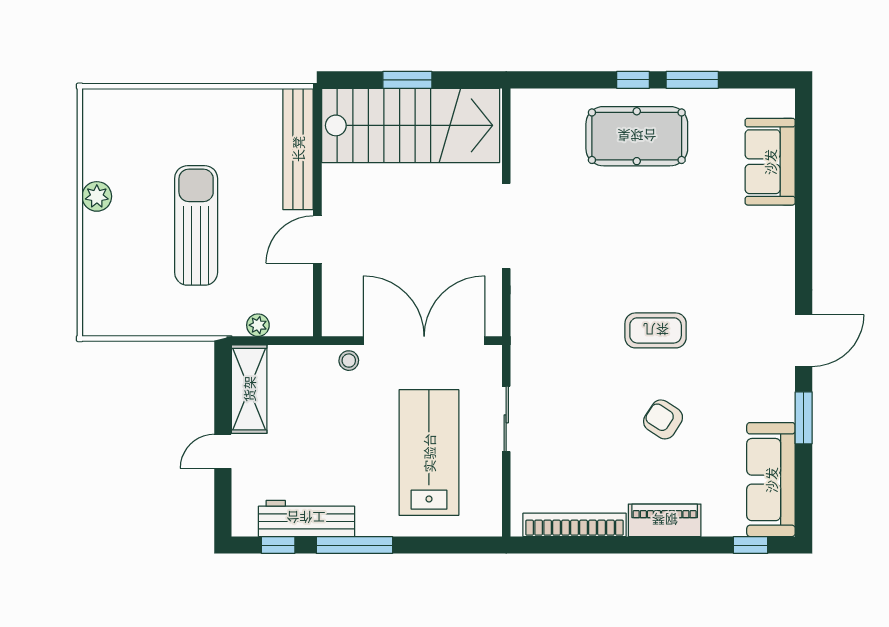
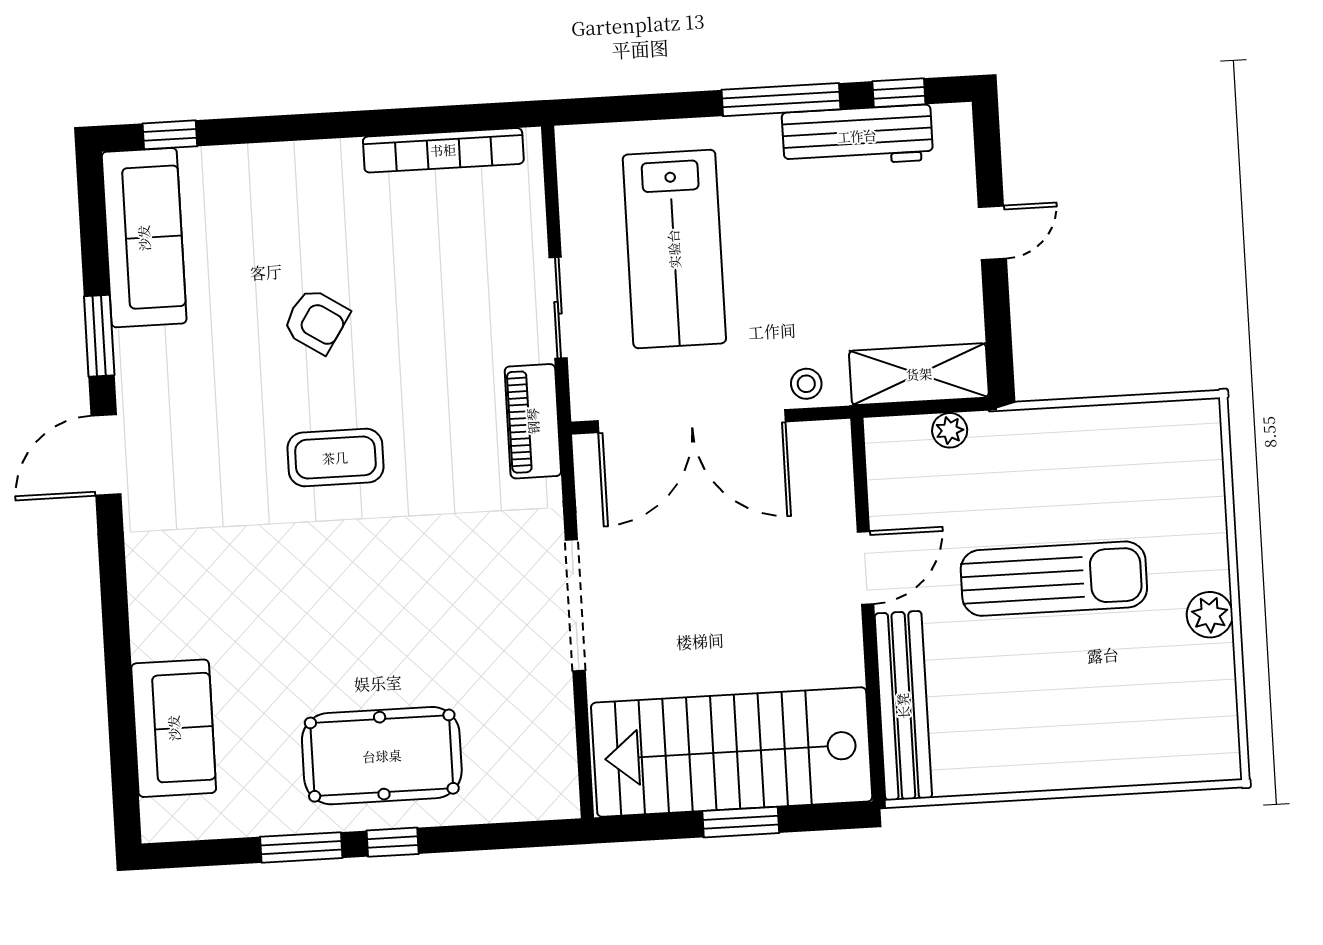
sun lounger: (196, 225) -> (1054, 579), turned -90
shelving: (249, 389) -> (919, 374), moved, turned 90
piano: (665, 520) -> (533, 421), moved, turned 90

